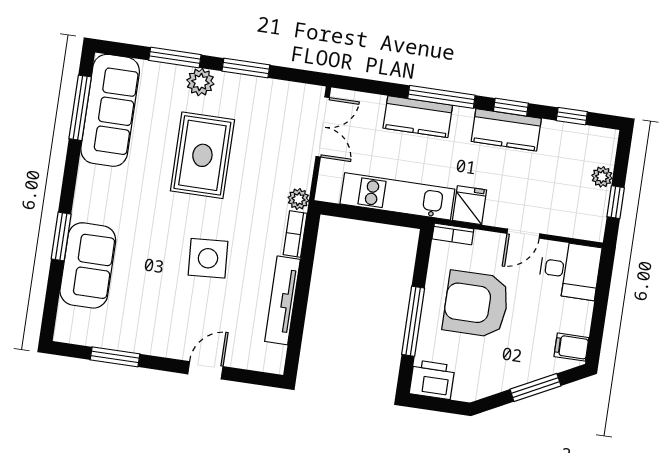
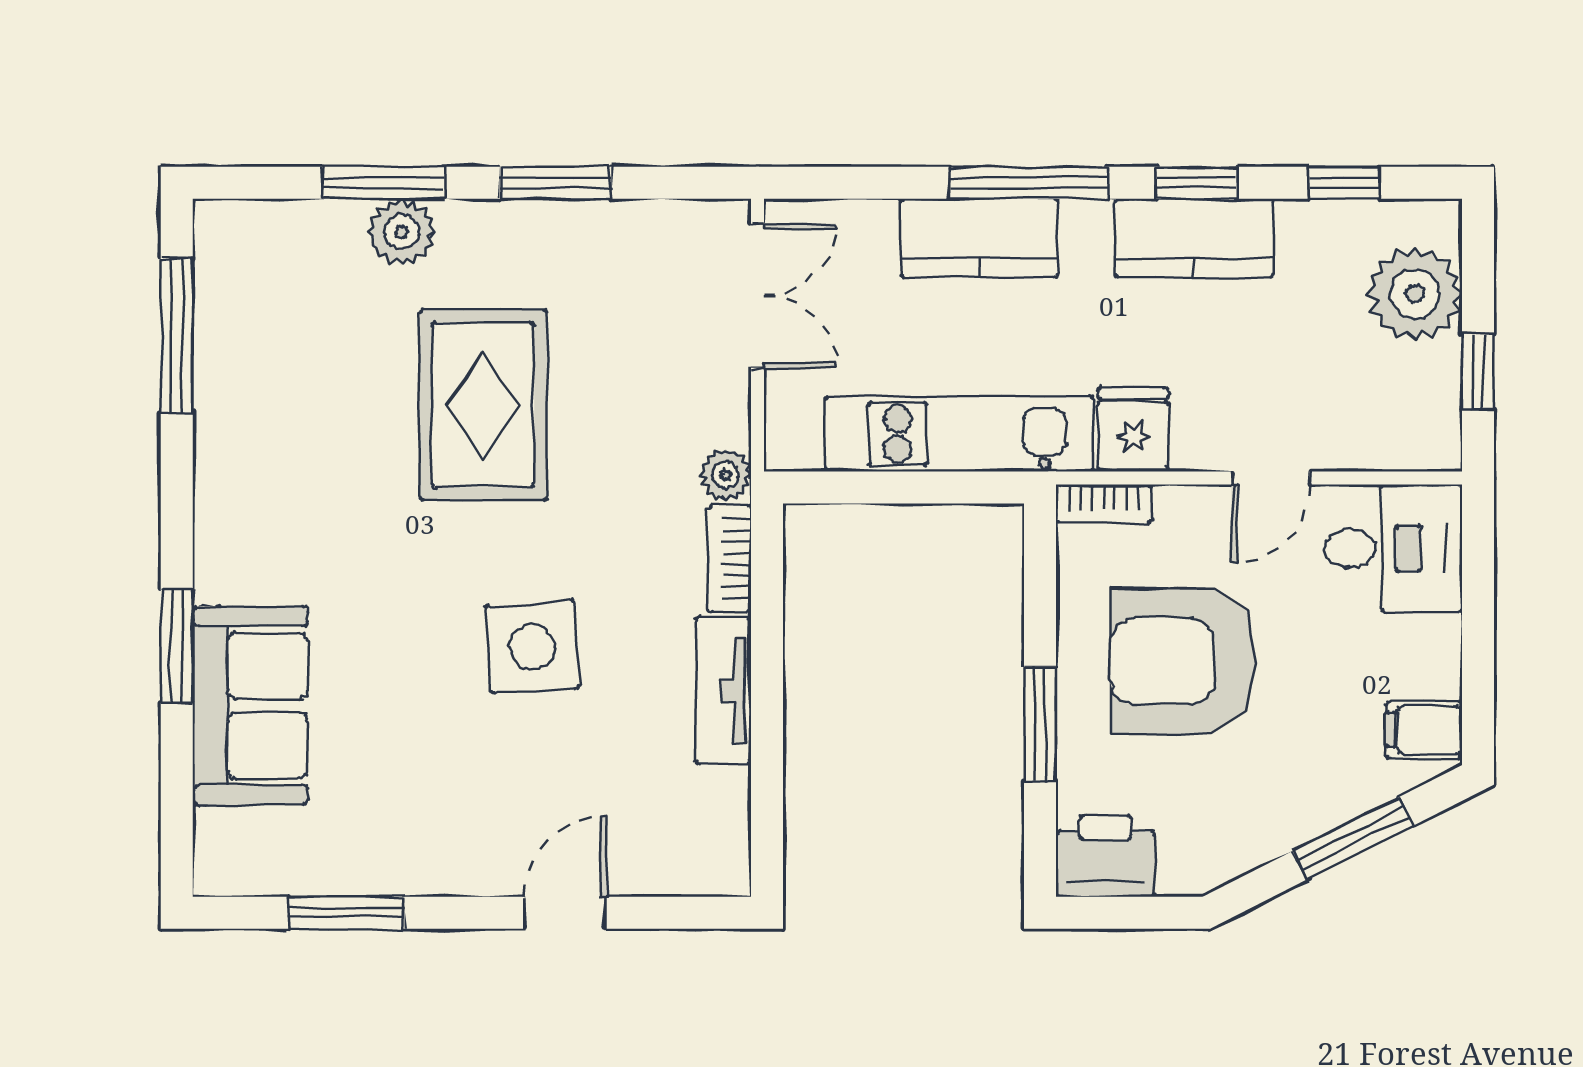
plant: (200, 82) -> (402, 232), moved
sofa: (110, 110) -> (249, 331), removed
plant: (602, 177) -> (1415, 294), width x1.87, depth x1.87
tv unit: (282, 300) -> (723, 690), width x0.71
window: (413, 321) -> (1040, 724), width x0.69

